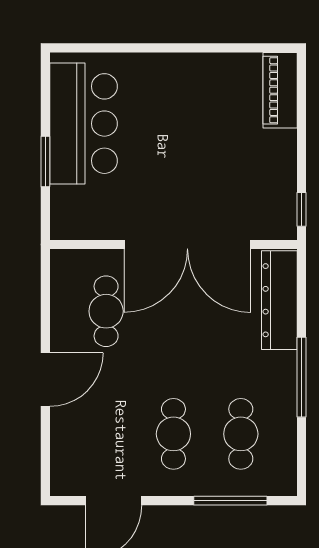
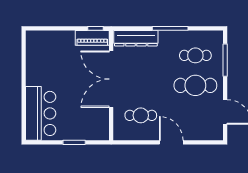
piano: (280, 90) -> (92, 38), moved
bar counter: (84, 124) -> (41, 113), moved, turned 90
double door: (187, 244) -> (111, 79), swing flipped
cafe table: (173, 434) -> (195, 85), width x1.37, depth x1.35

